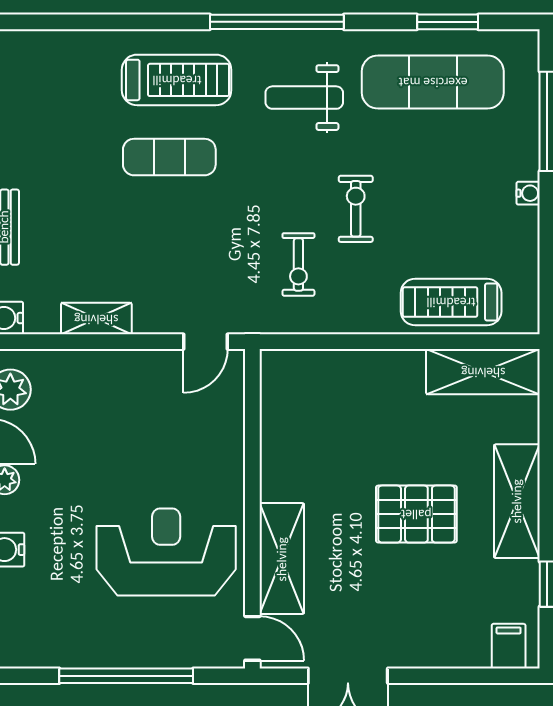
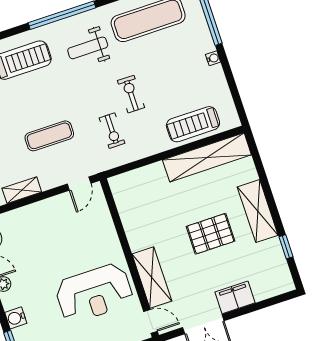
exercise mat: (169, 157) -> (49, 136), moved
shelving: (483, 372) -> (207, 157), width x1.47
reception desk: (166, 552) -> (94, 293), turned 180
filing cabinet: (509, 646) -> (235, 297), moved, width x2.00

